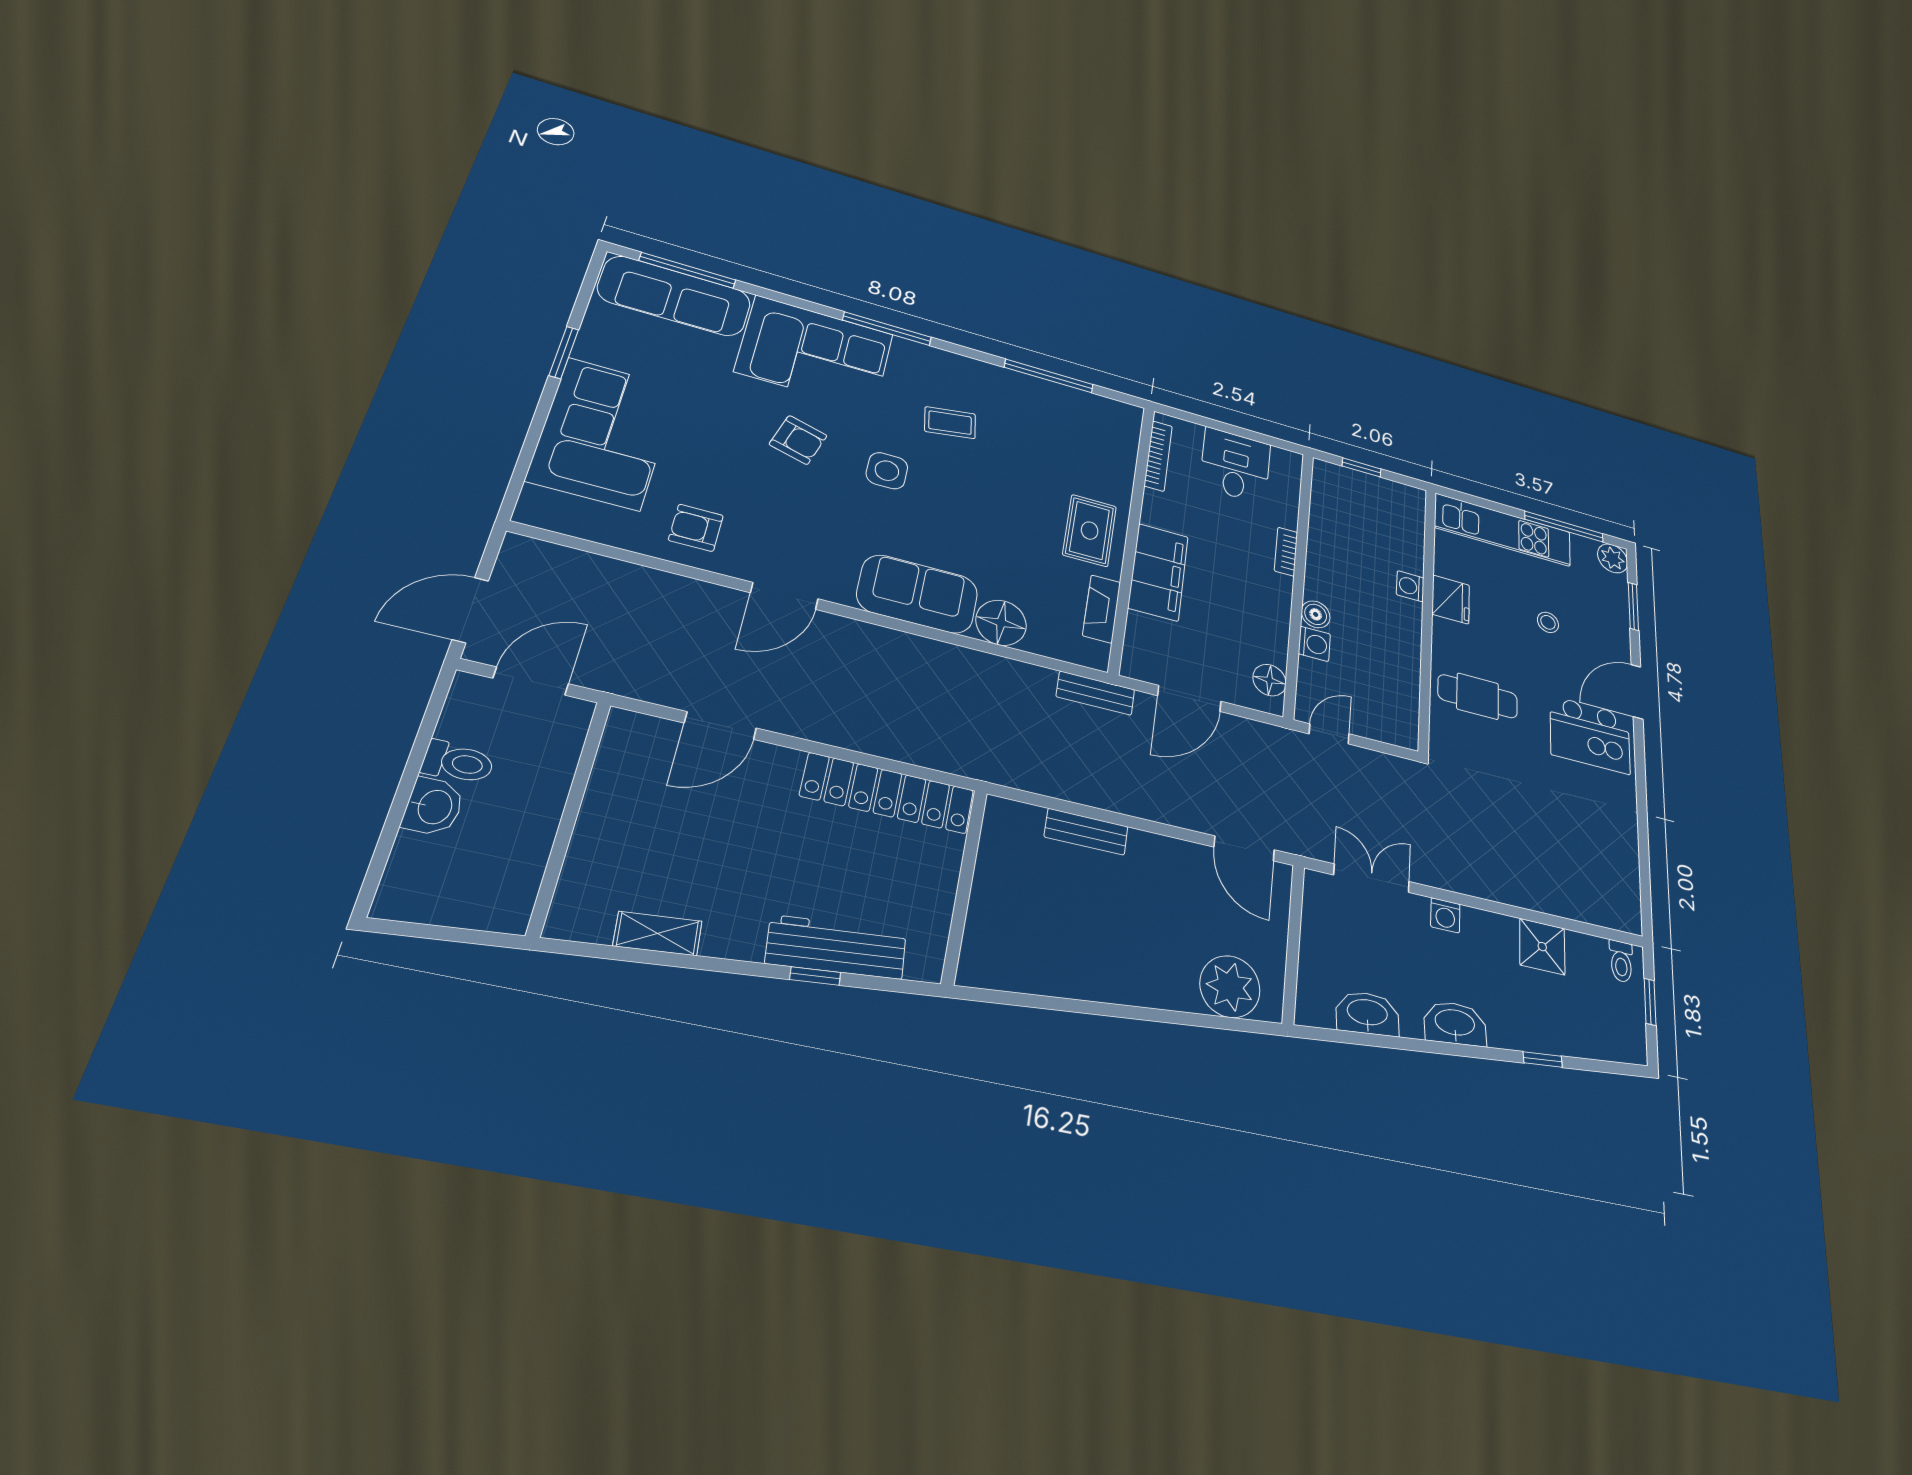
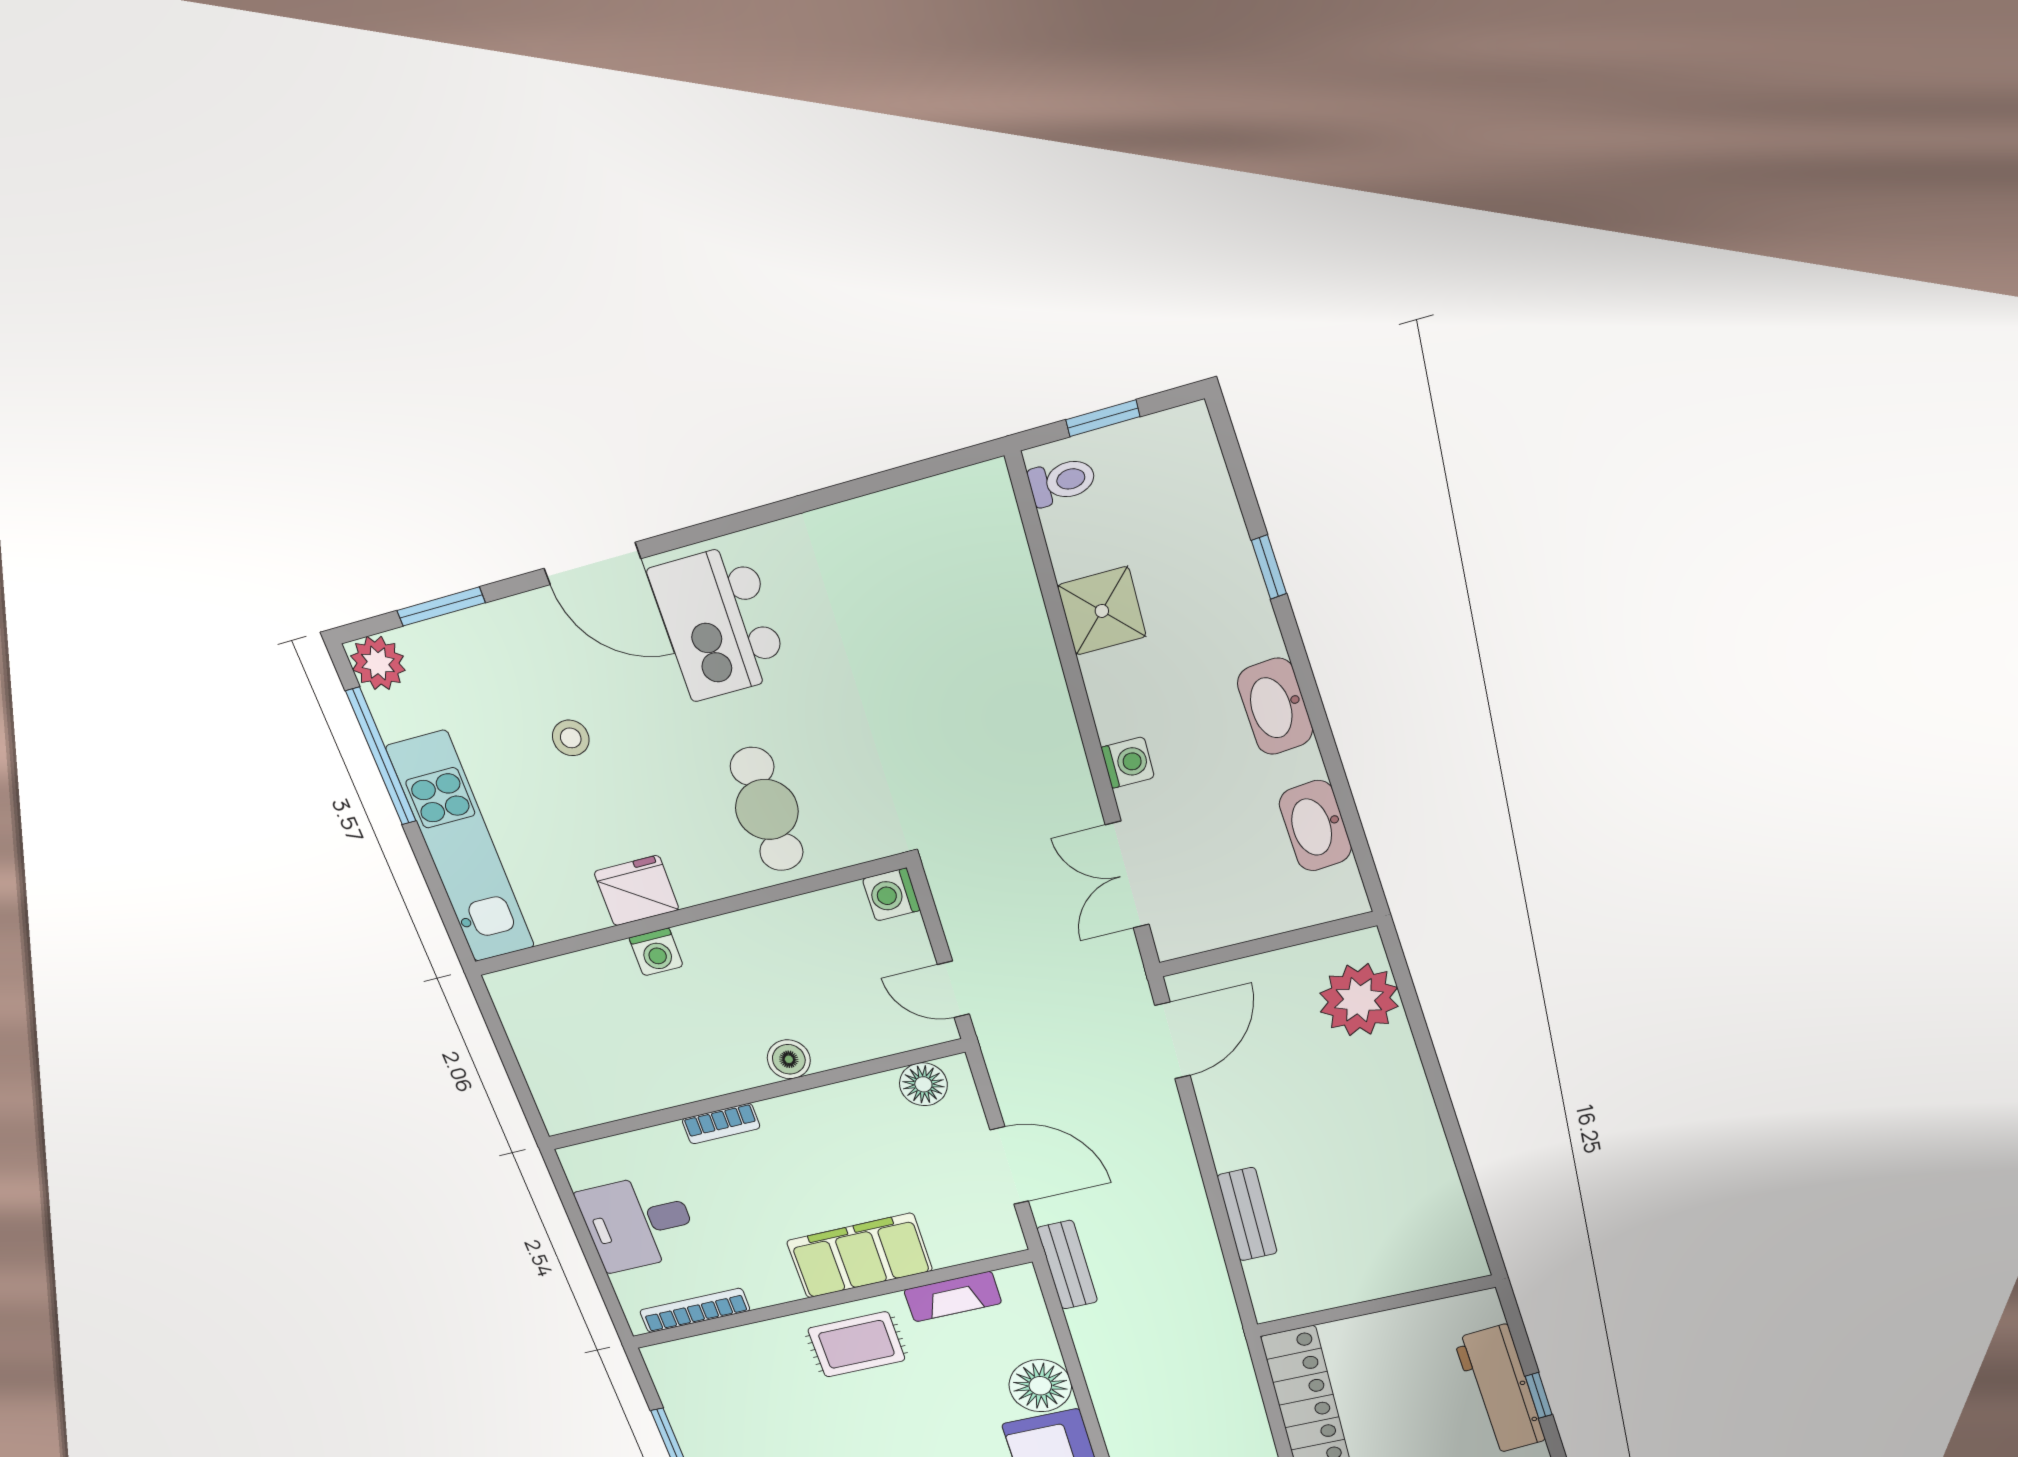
window: (1362, 467) -> (514, 1071), removed
washing machine: (1314, 644) -> (891, 895), moved, turned -90
kitchen island: (1590, 735) -> (719, 623), turned 180

